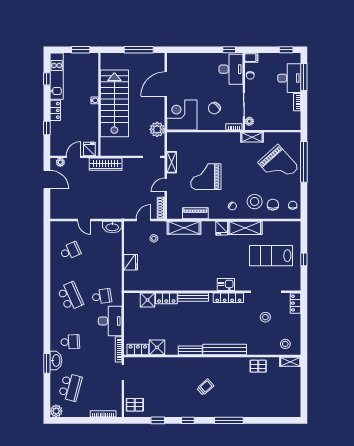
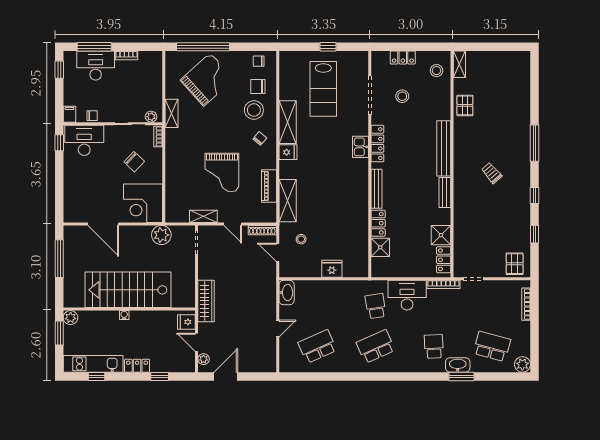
plant: (93, 59) -> (71, 318), added
school desk: (70, 251) -> (317, 346), width x1.85
locker: (296, 303) -> (403, 58), moved

